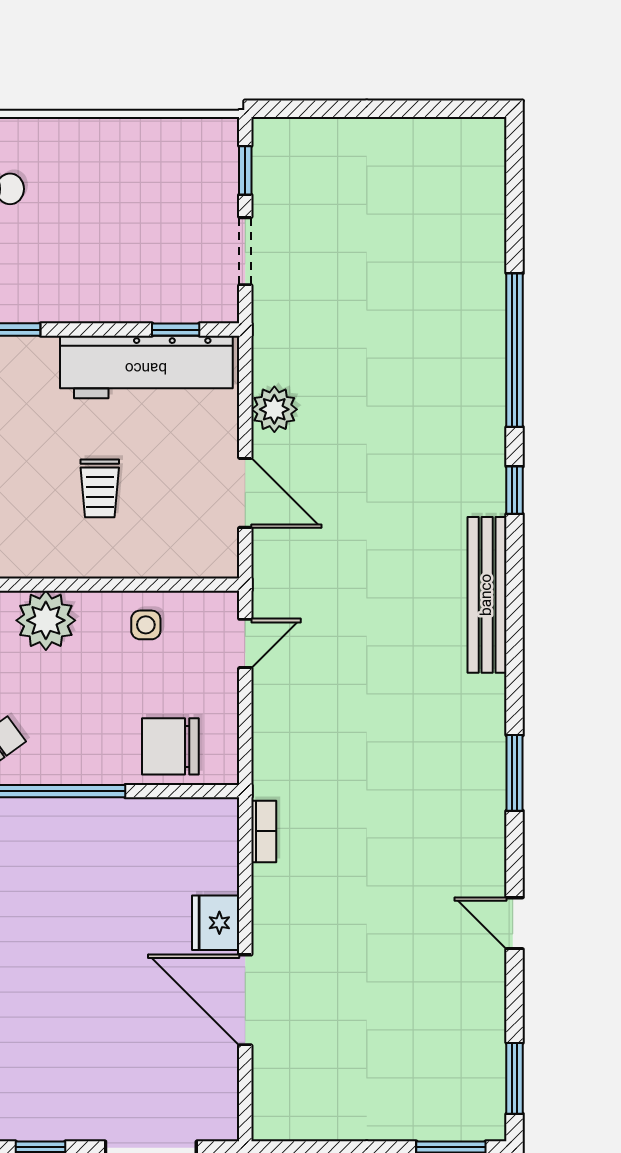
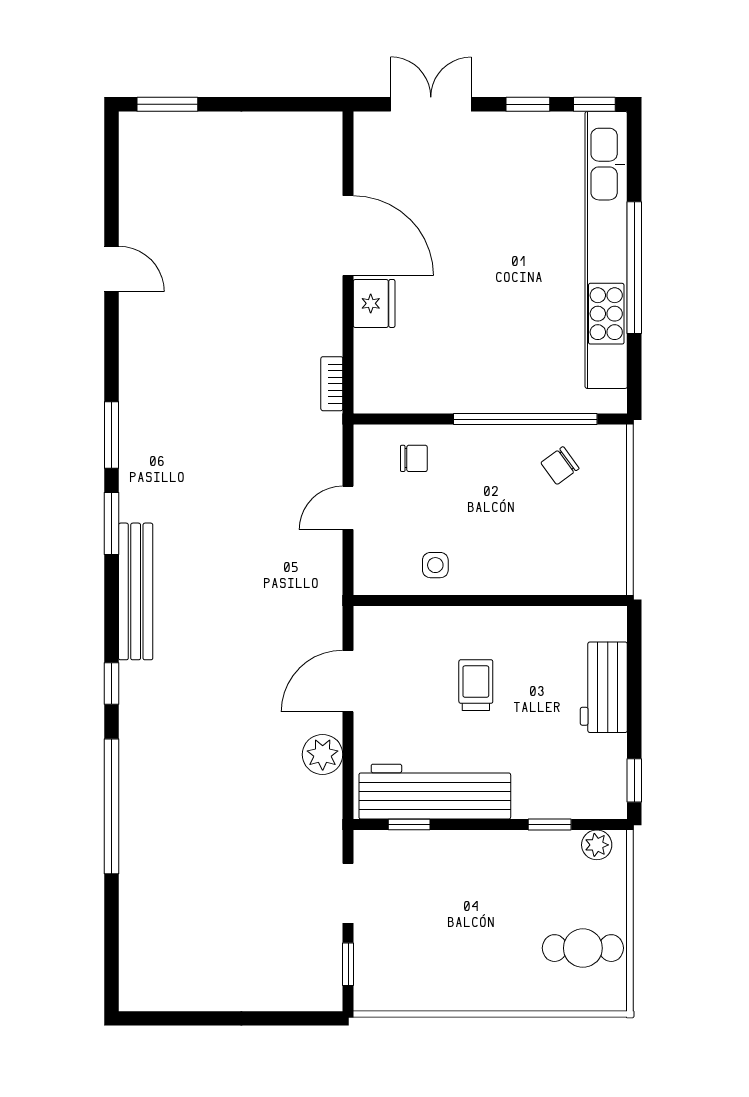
door: (245, 493) -> (348, 681), hinge flipped
plant: (46, 620) -> (523, 569), removed
door: (245, 643) -> (348, 508), moved
chair: (170, 746) -> (414, 458), width x0.54, depth x0.54
door: (515, 923) -> (111, 269), moved
window: (515, 1078) -> (111, 523), moved

